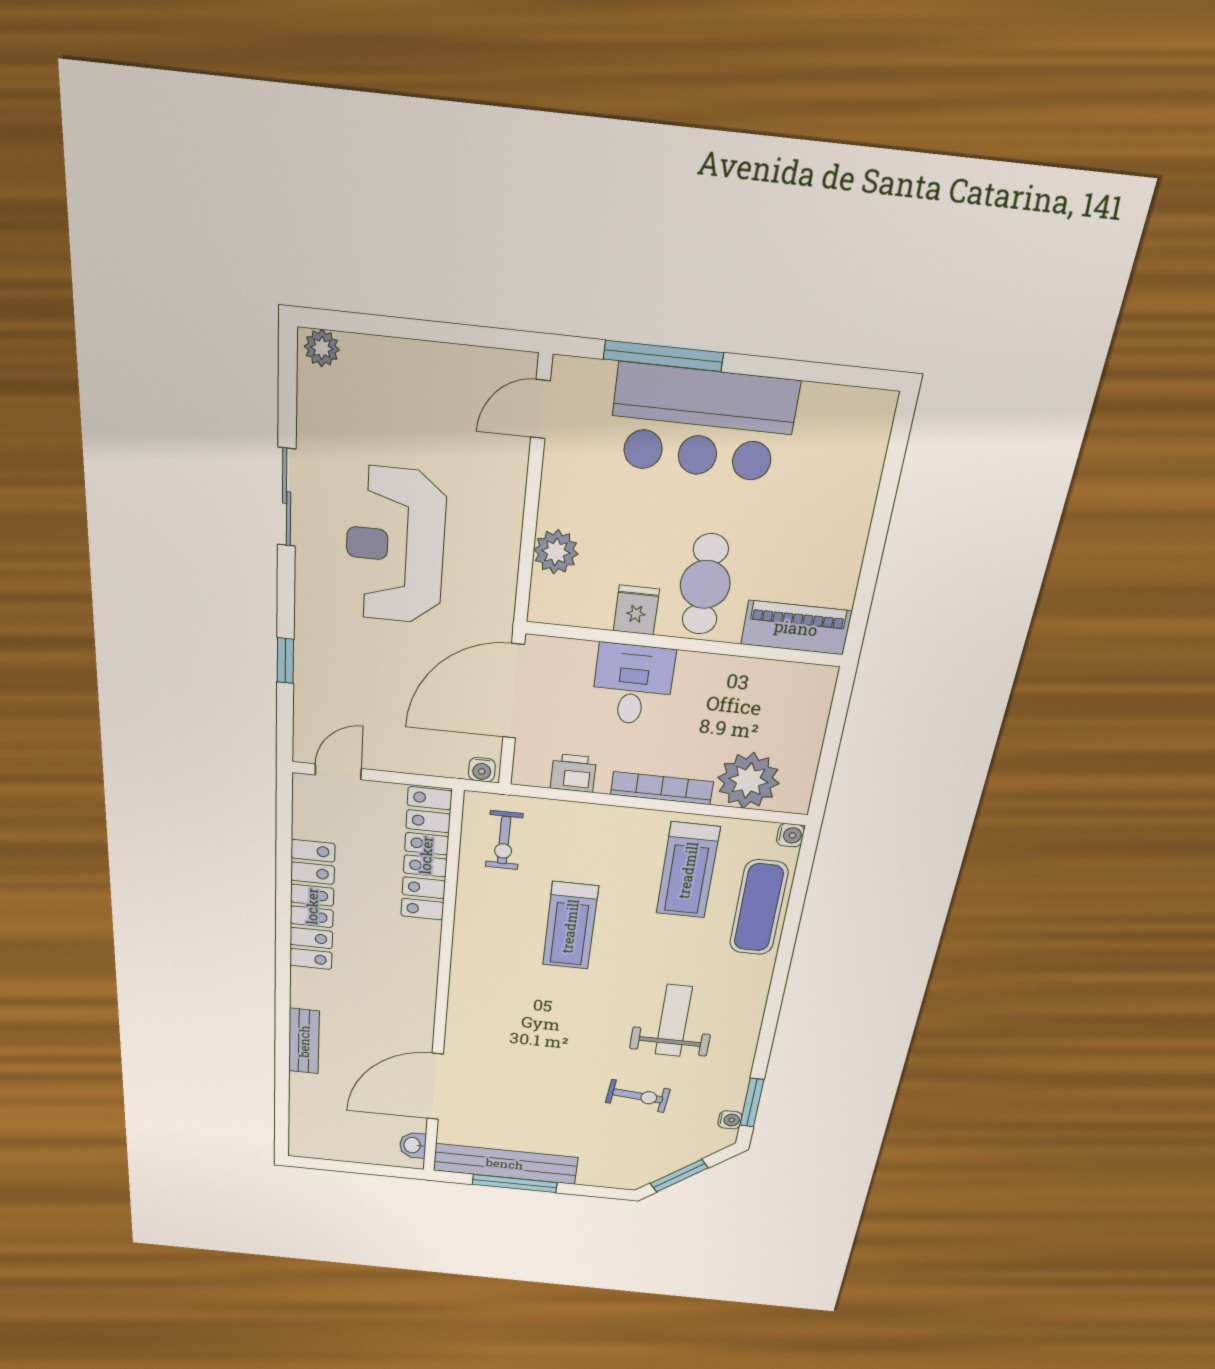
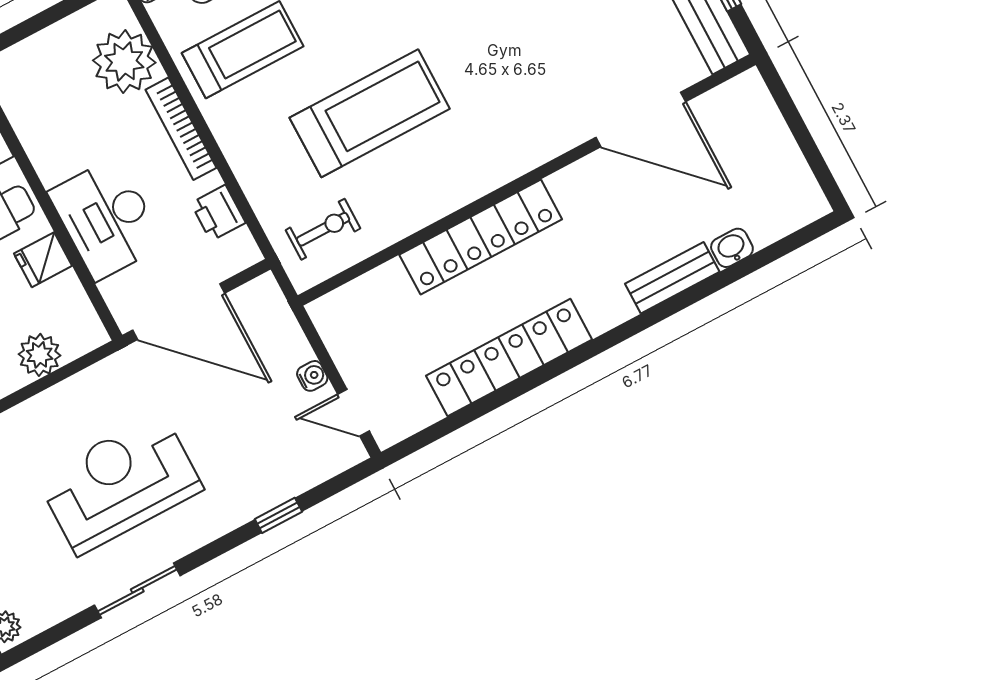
reception desk: (395, 546) -> (120, 483), turned 180
desk: (633, 685) -> (106, 218), width x1.37
water cooler: (482, 770) -> (312, 376), moved
locker: (426, 855) -> (481, 237), moved
treadmill: (570, 926) -> (370, 113), width x1.37, depth x1.37
washbasin: (413, 1145) -> (732, 248), moved, turned 180

